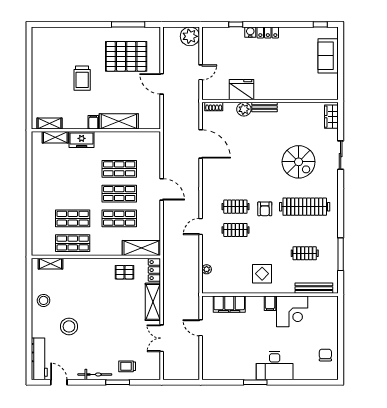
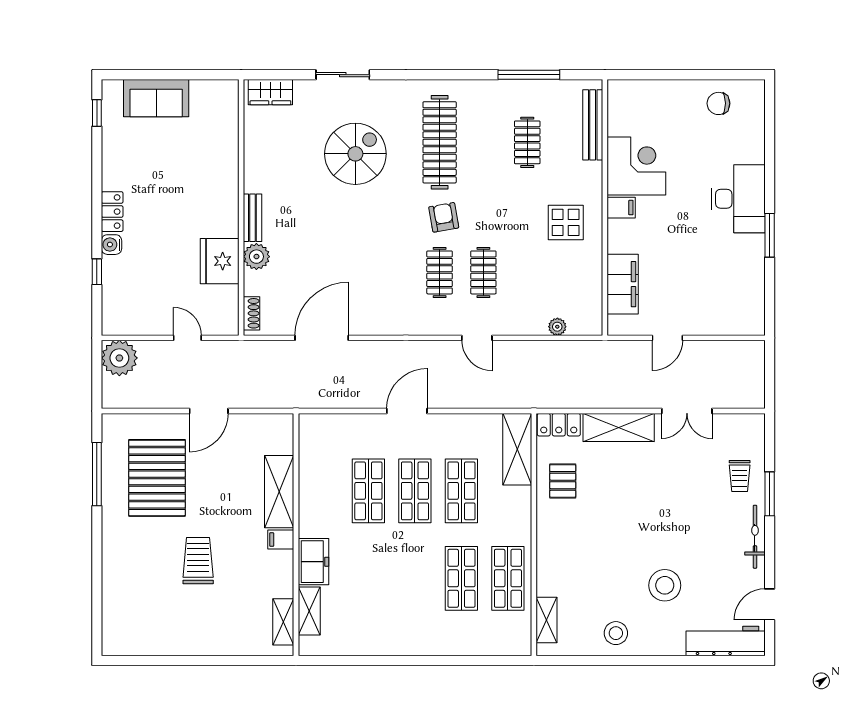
trolley: (82, 78) -> (198, 561), turned -90
armchair: (265, 209) -> (444, 217), turned -100

